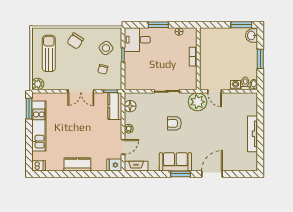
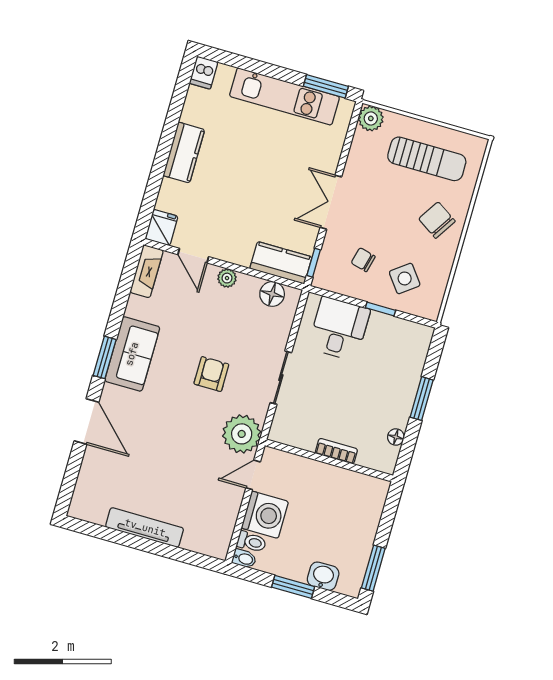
washbasin: (252, 35) -> (323, 576), moved
desk: (137, 40) -> (339, 329), moved
washing machine: (236, 85) -> (265, 515), width x1.89, depth x1.89

